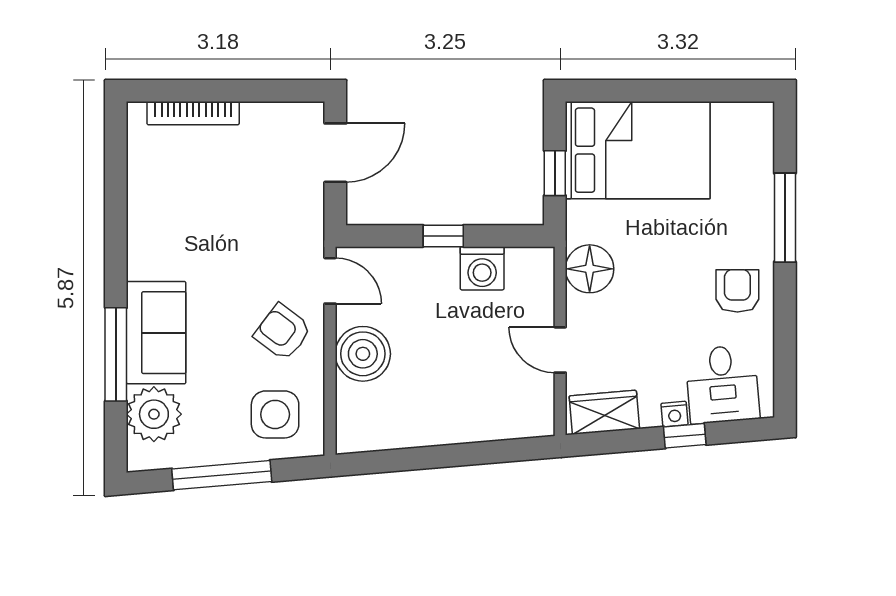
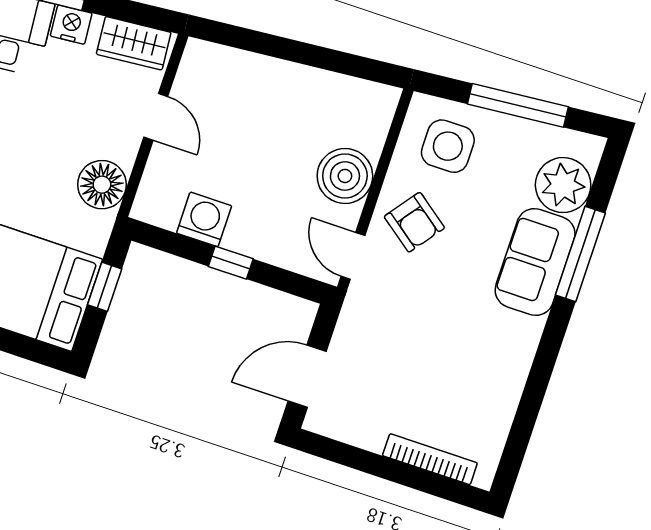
nightstand: (674, 414) -> (71, 25), width x1.39, depth x1.35

